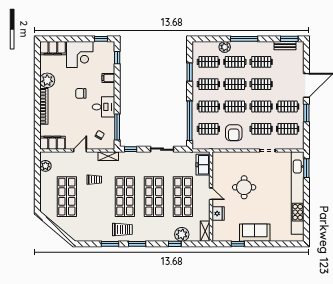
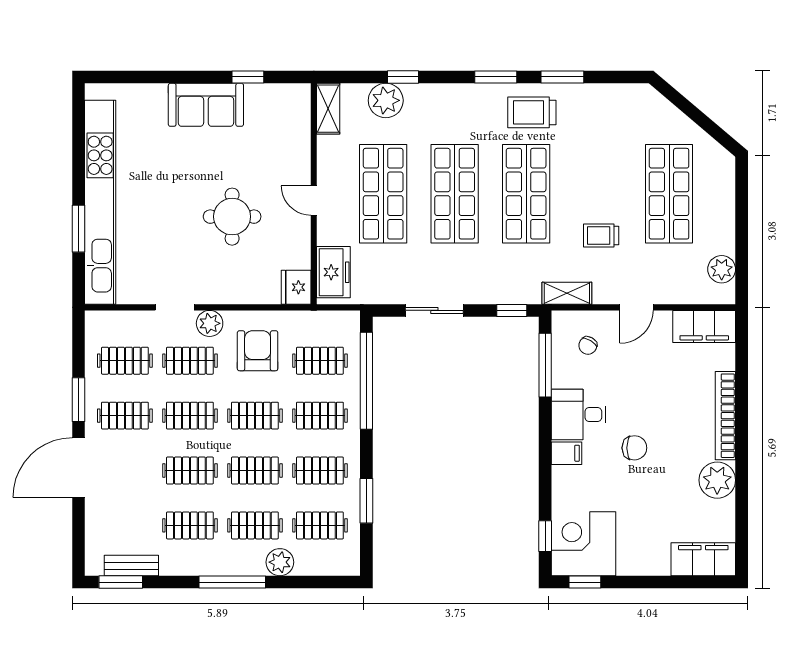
corner desk: (80, 55) -> (583, 544), moved
filing cabinet: (108, 78) -> (566, 453), moved
plant: (253, 144) -> (210, 323), added
window: (306, 168) -> (78, 229), moved
fridge: (218, 213) -> (296, 287), moved

